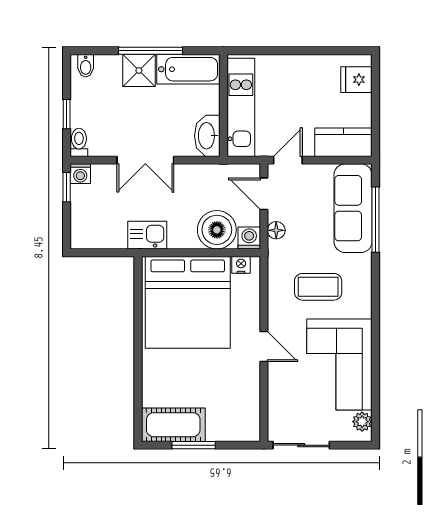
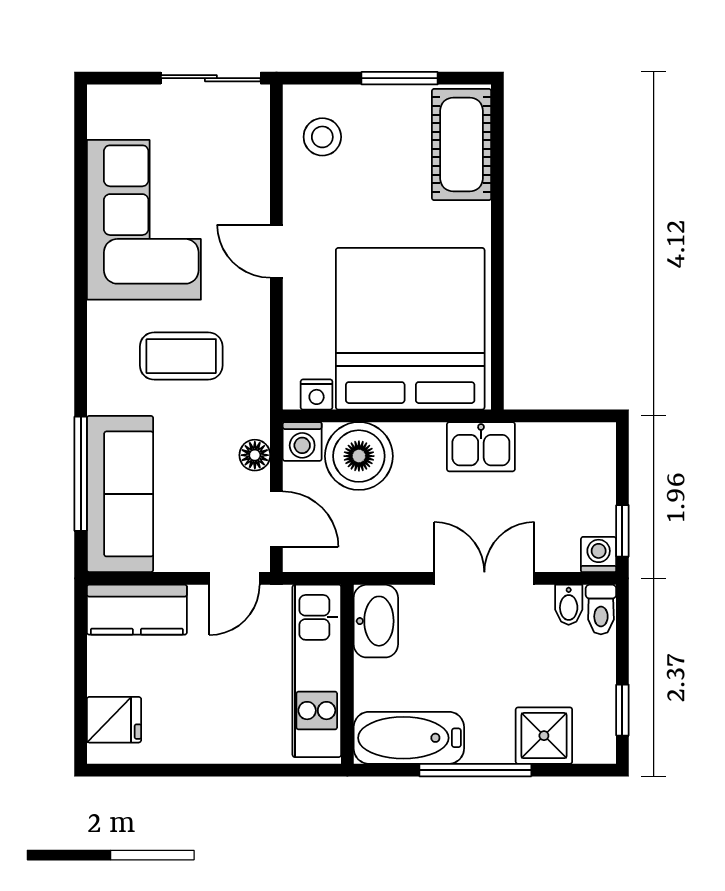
bidet: (86, 66) -> (569, 605), moved, turned 180
shower: (139, 70) -> (544, 736), moved
window: (67, 114) -> (622, 710), moved
stool: (238, 412) -> (322, 137), added
plant: (362, 422) -> (104, 119), removed
cot: (173, 425) -> (462, 145), moved, turned 90

